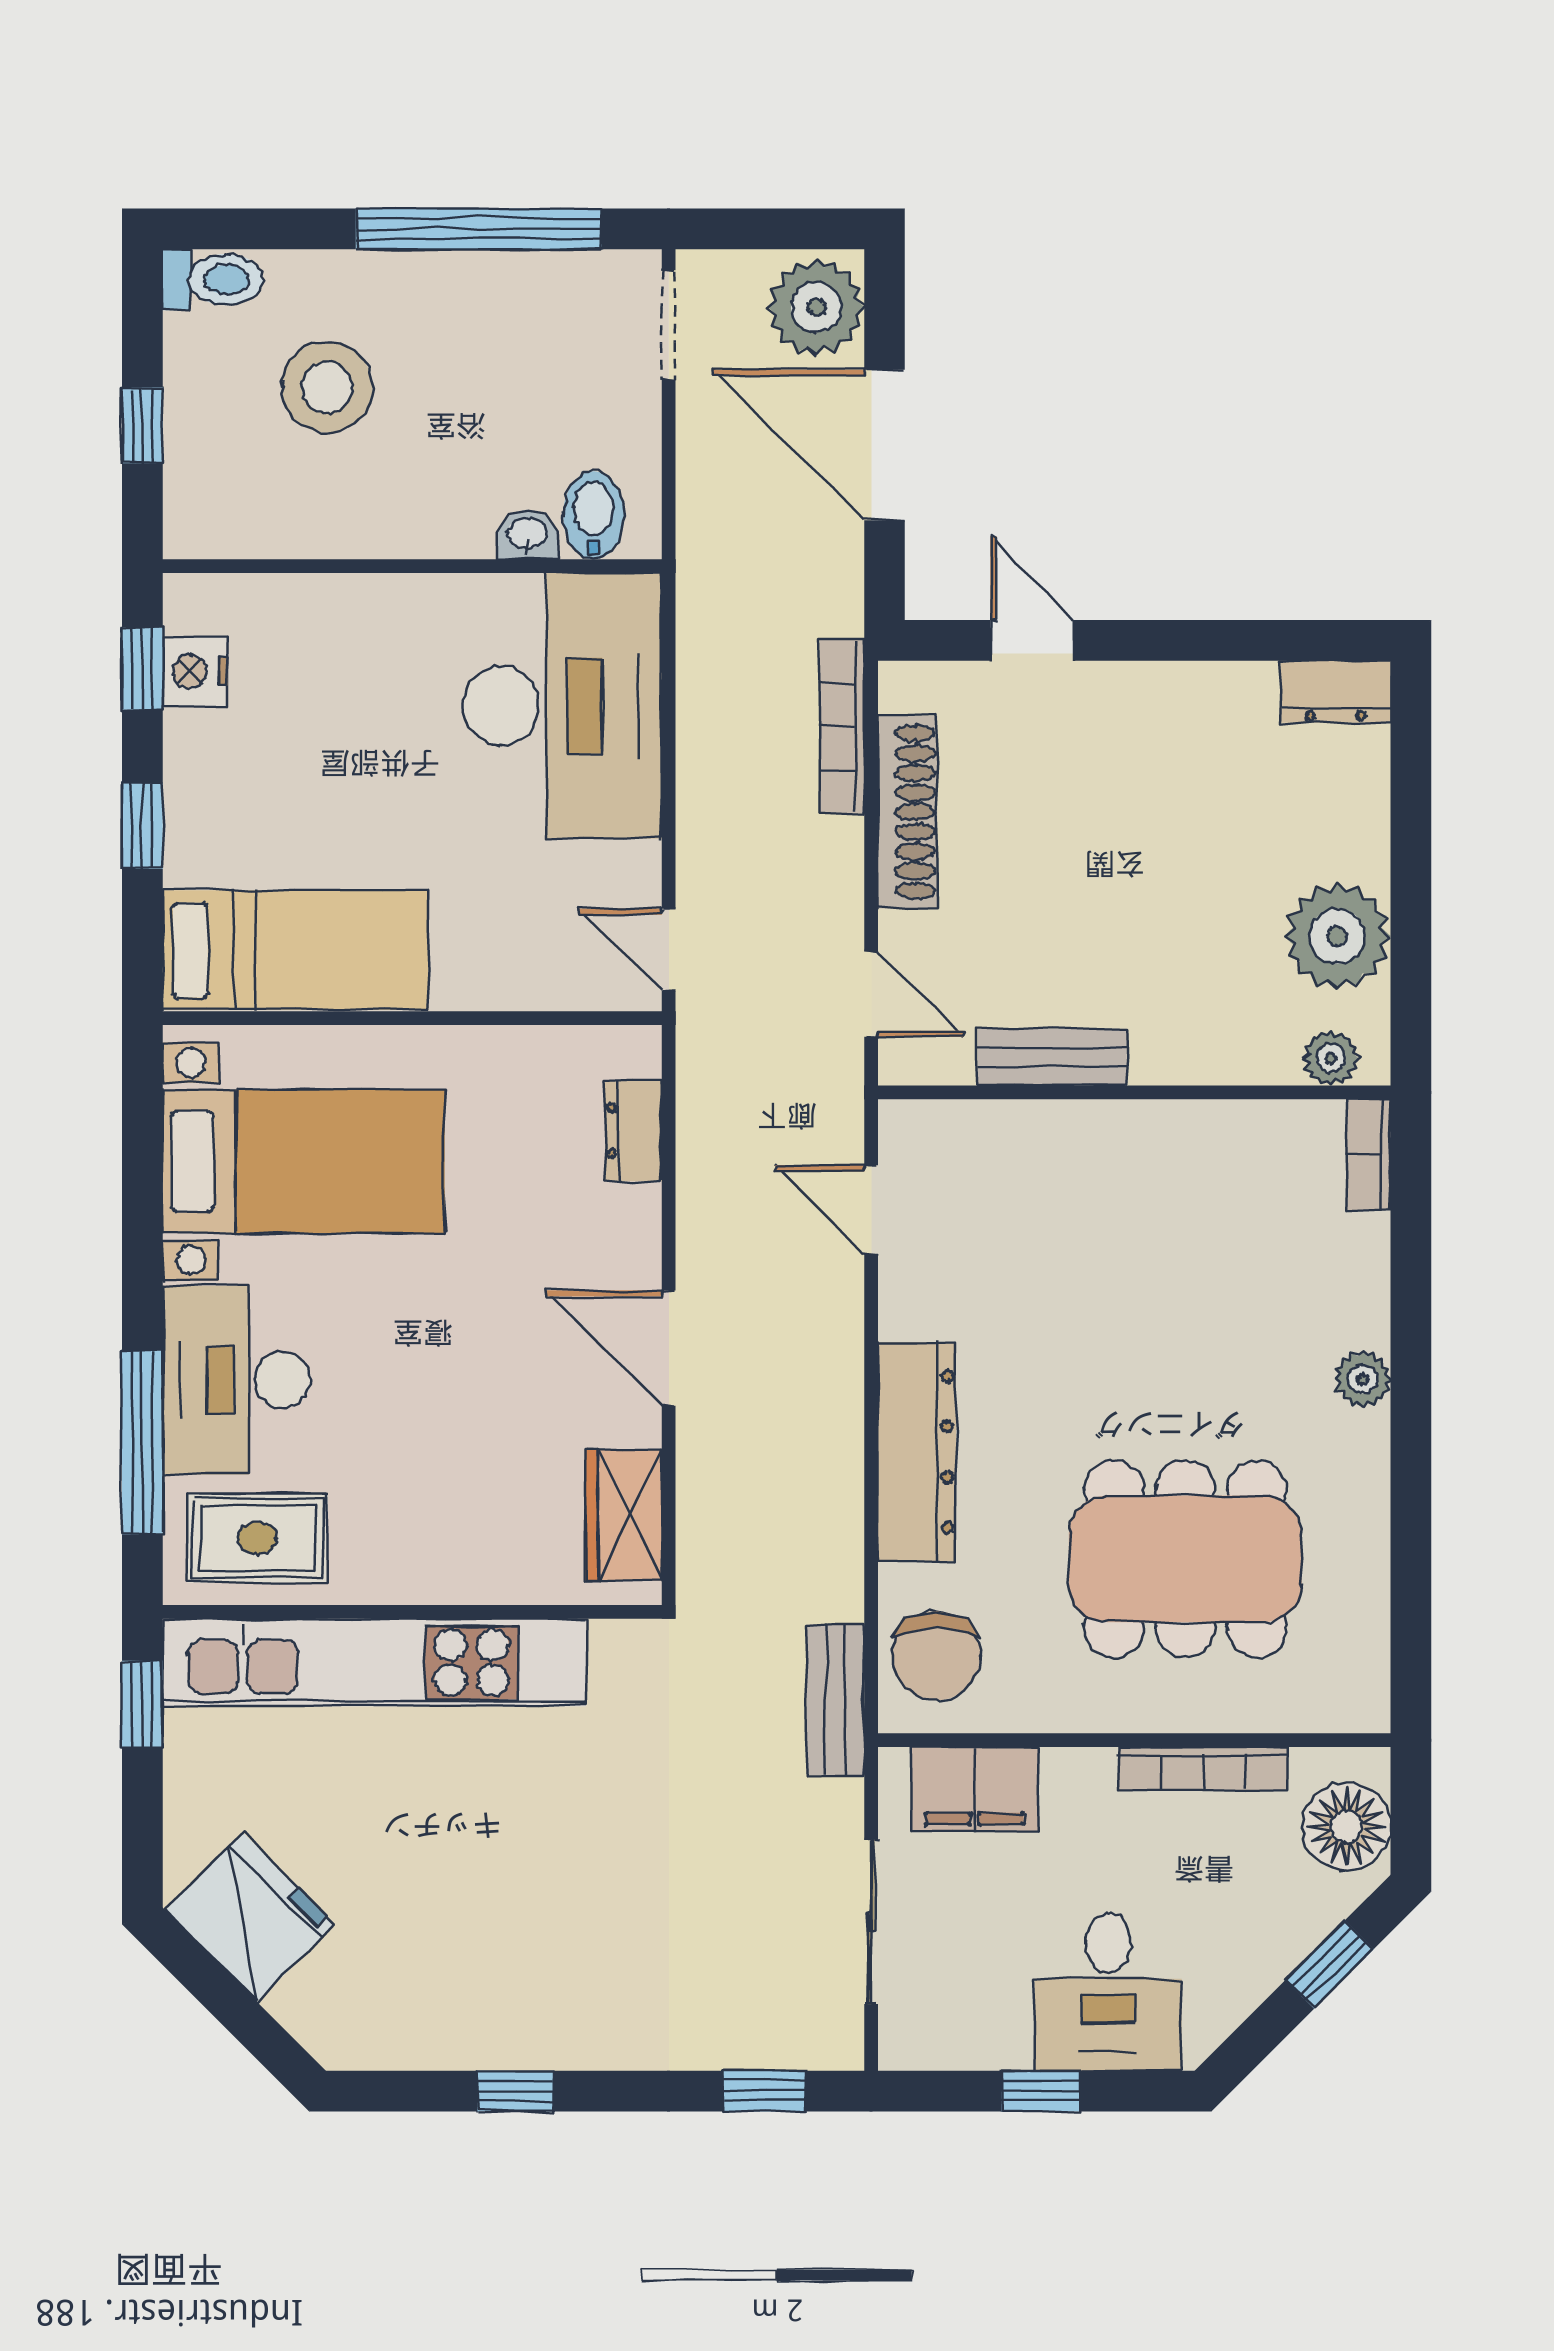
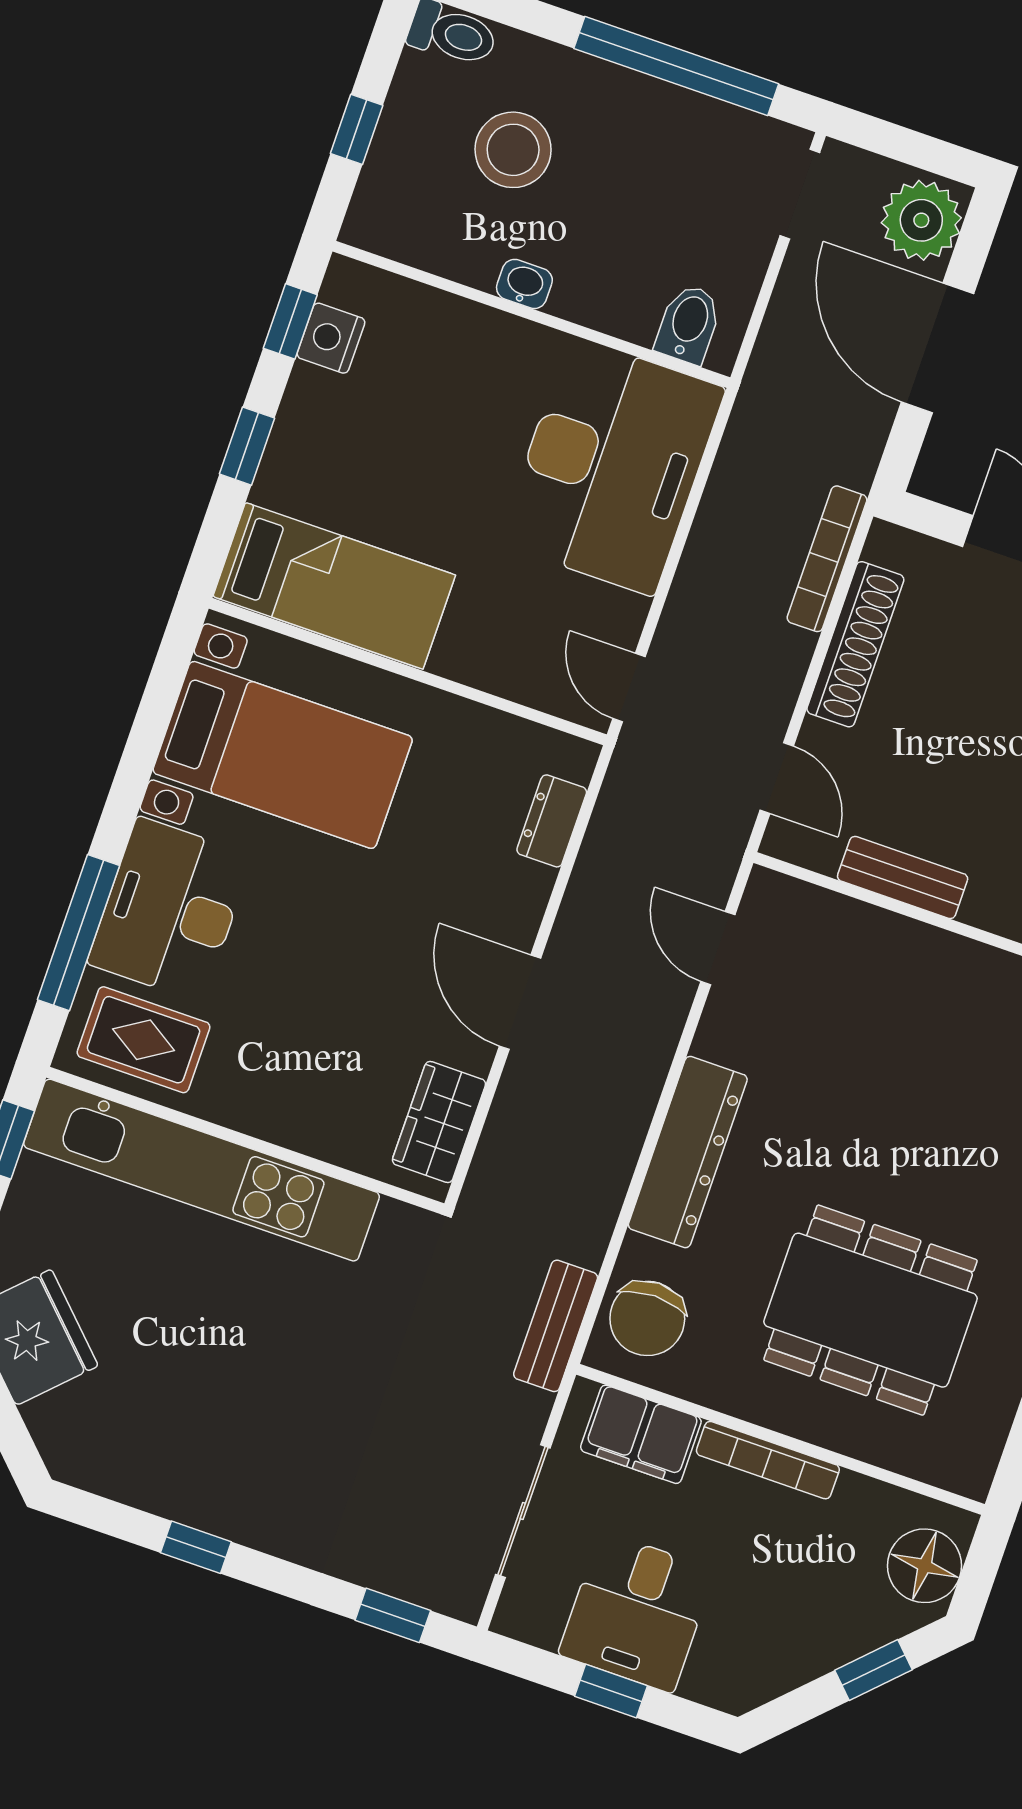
washbasin: (527, 535) -> (524, 284), moved
bookcase: (1203, 1769) -> (768, 1460), moved
desk: (1108, 1992) -> (637, 1612), moved

